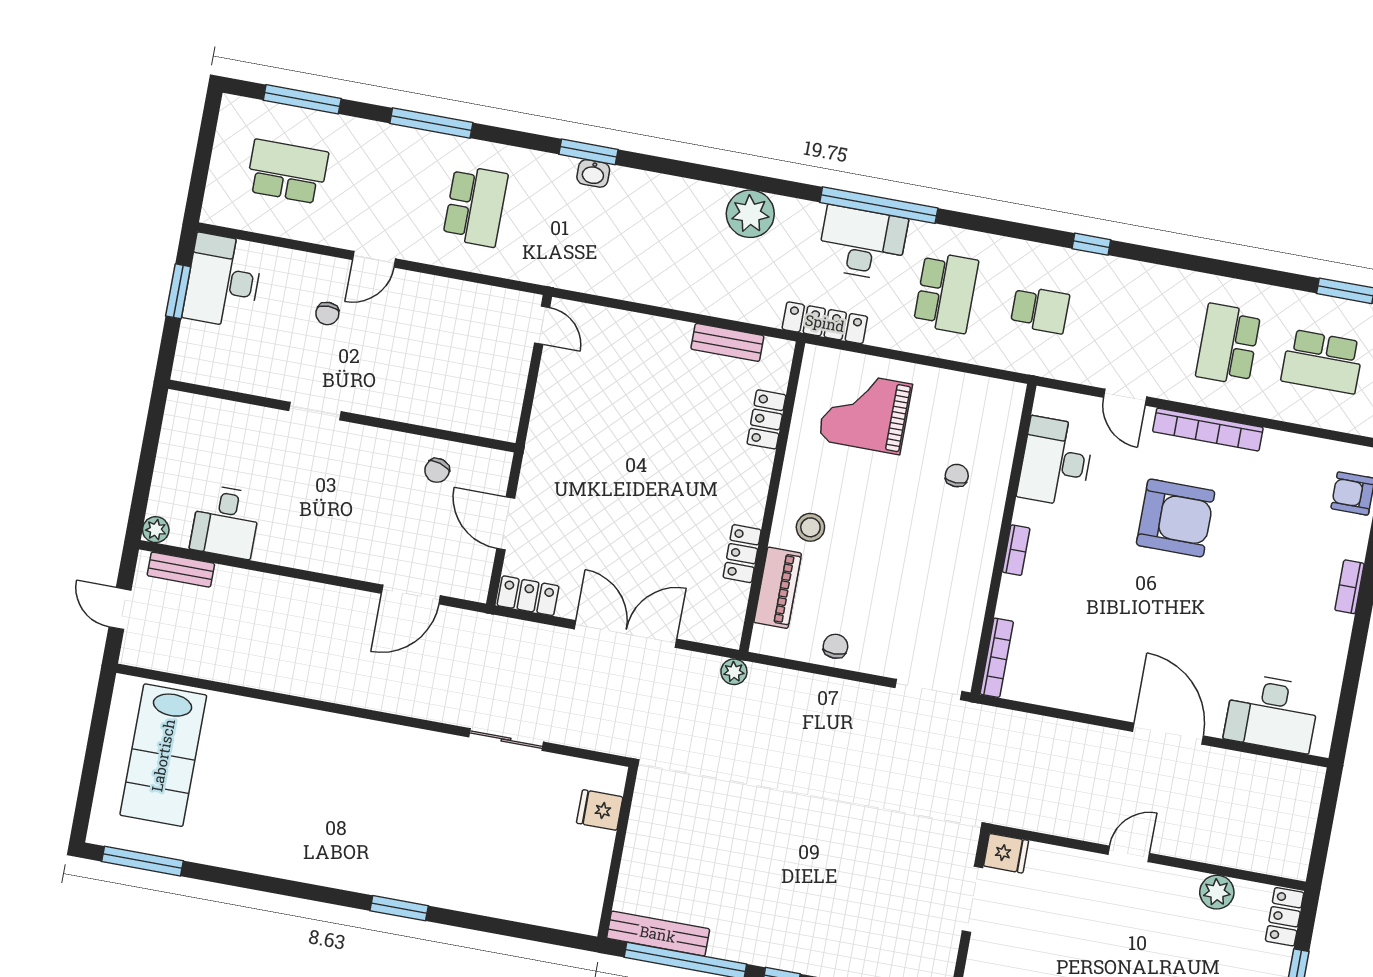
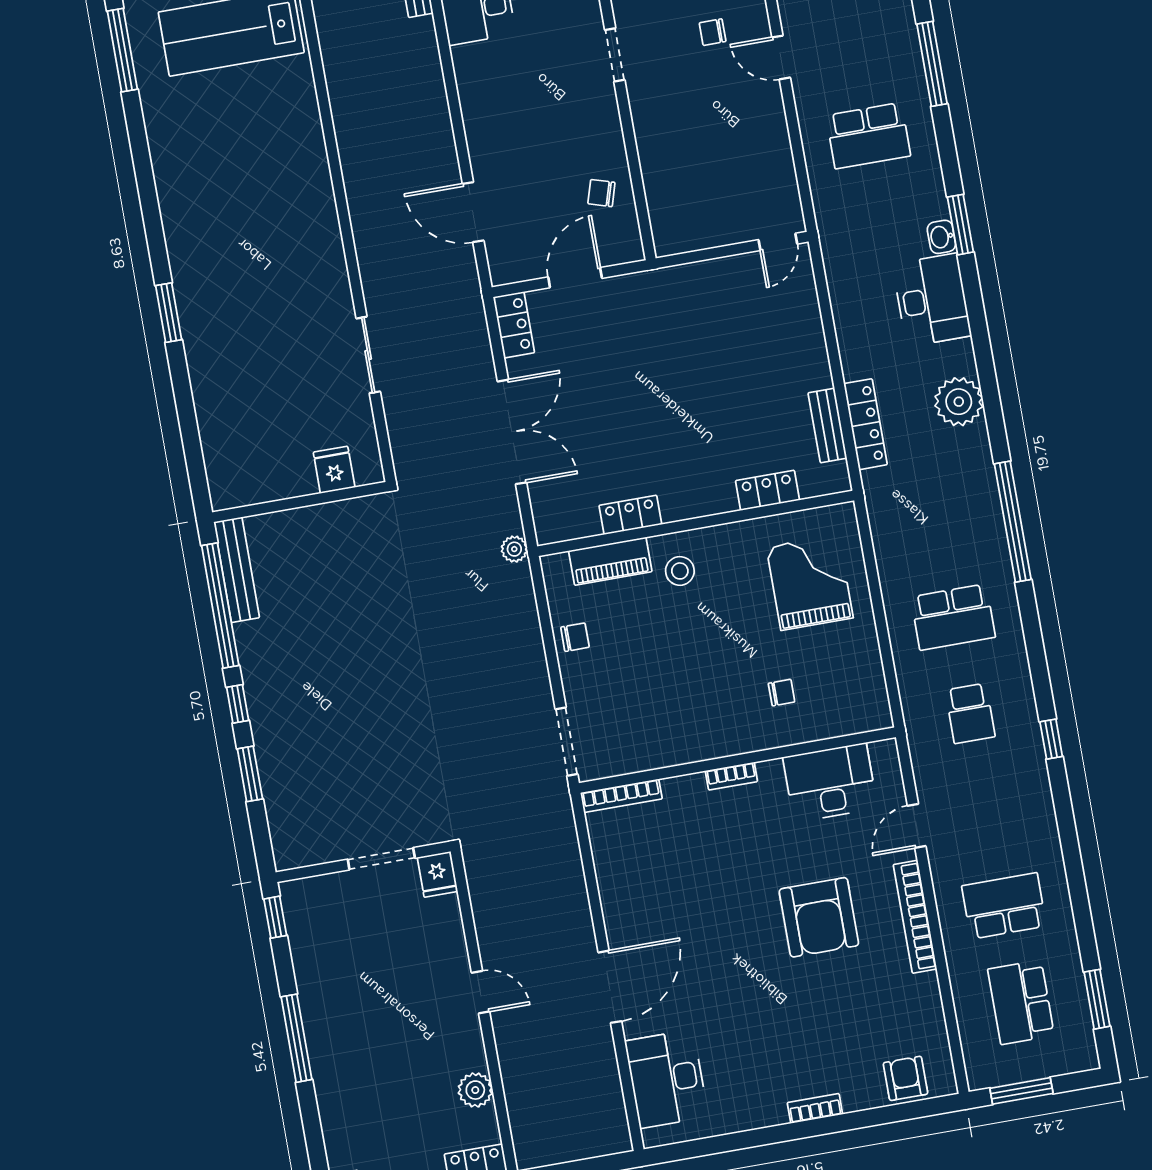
desk: (862, 243) -> (932, 300), moved
locker: (825, 323) -> (865, 424), moved

